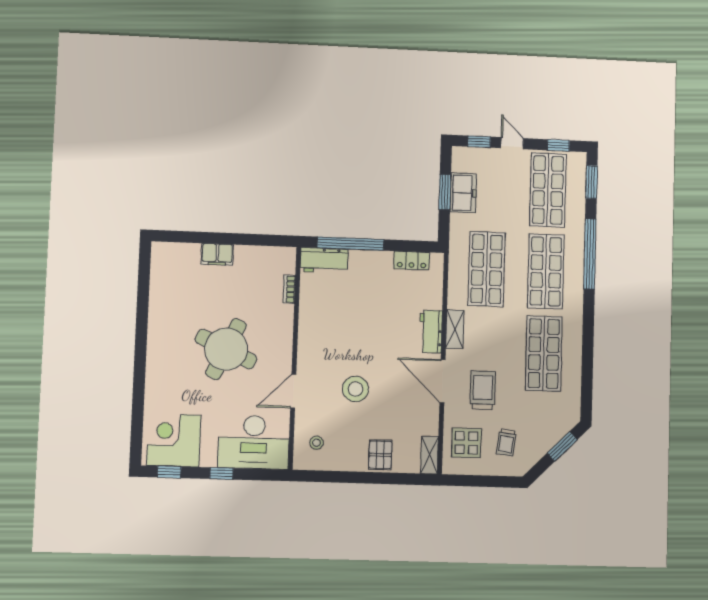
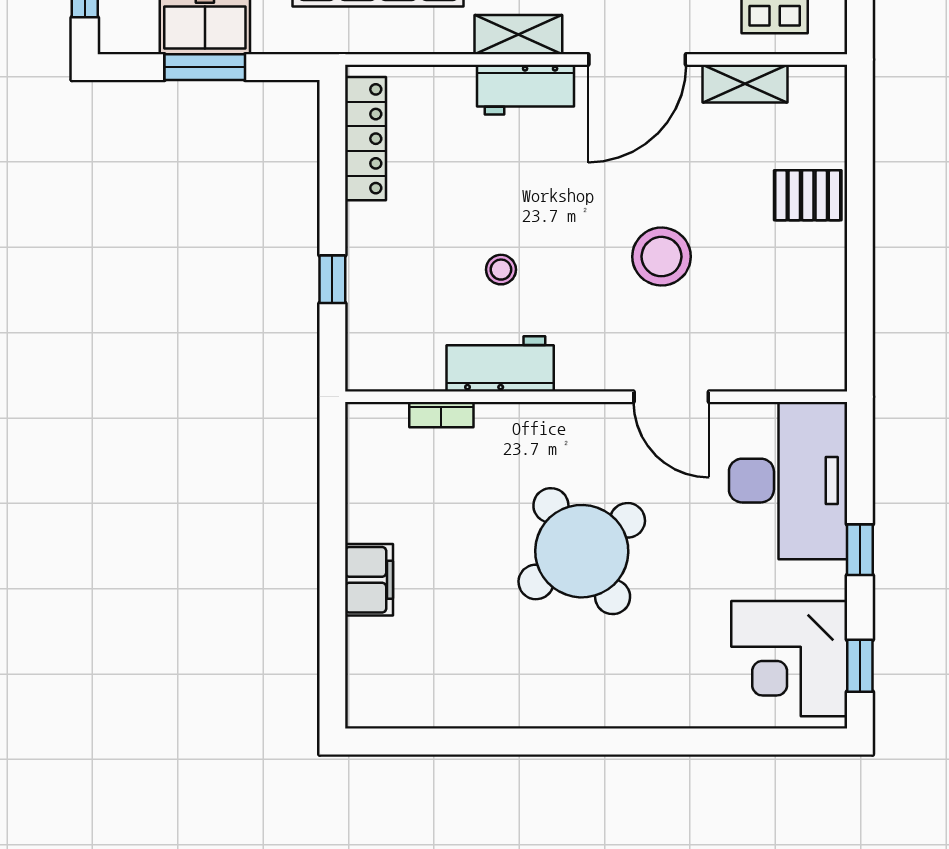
window: (351, 244) -> (332, 279), width x0.32
workbench: (324, 260) -> (500, 364), moved, turned -90
locker: (412, 261) -> (366, 139), width x1.53
round table: (226, 349) -> (582, 551), turned 31
stool: (317, 443) -> (501, 270), moved
shelving: (430, 455) -> (745, 84), moved

